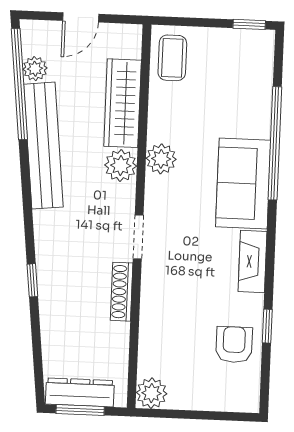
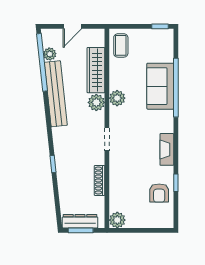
sofa: (243, 183) -> (160, 86), moved
shoe rack: (122, 292) -> (100, 180), moved
armchair: (234, 345) -> (159, 193), turned 180

